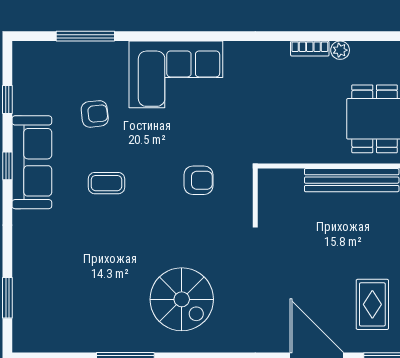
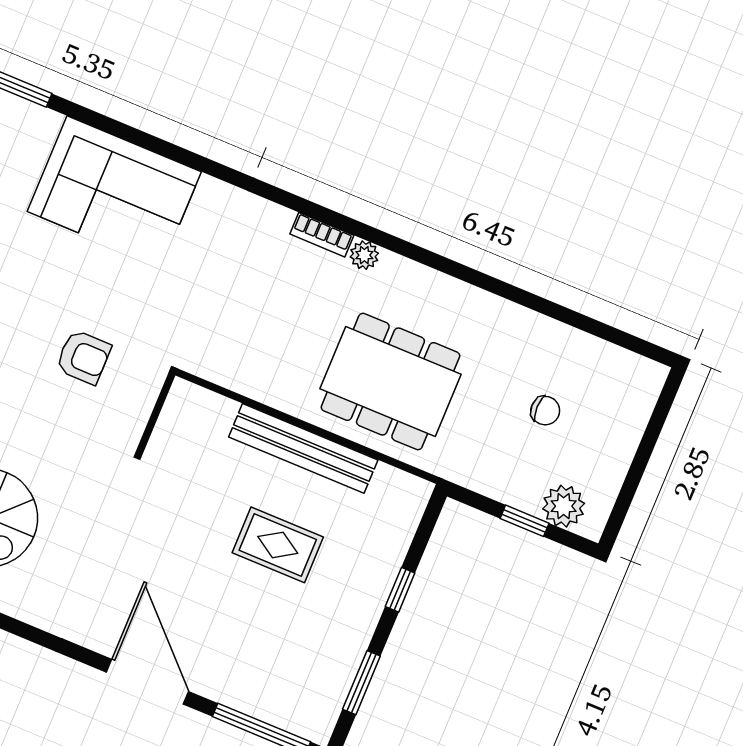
rug: (372, 304) -> (278, 545), moved, turned 90

